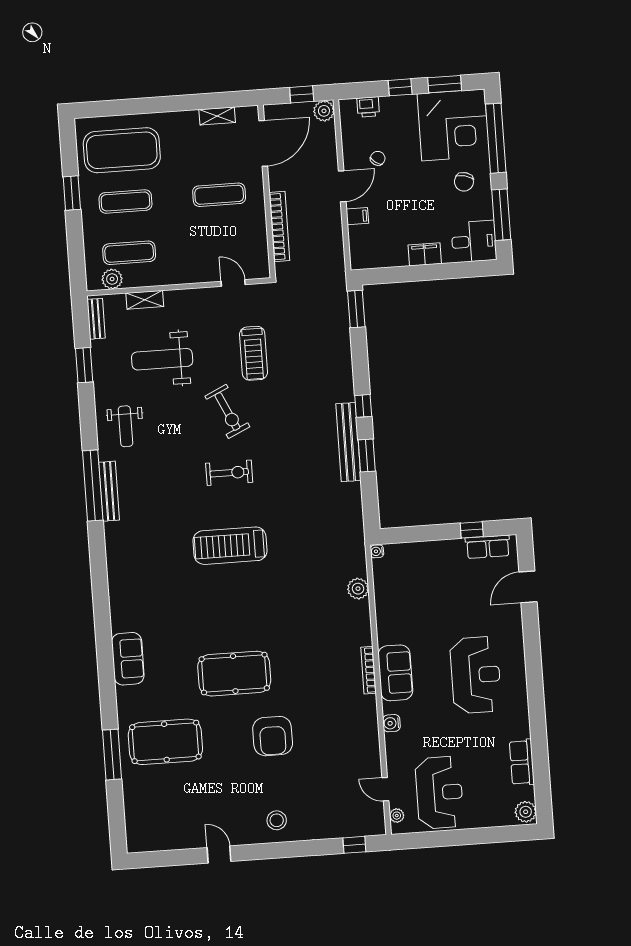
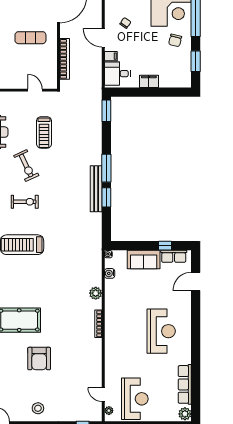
door: (342, 186) -> (103, 38), swing flipped
window: (501, 215) -> (196, 61), width x0.69
desk: (474, 241) -> (117, 74), moved, turned 180
window: (363, 406) -> (106, 168), width x2.17
plant: (358, 589) -> (96, 293), moved
sofa: (395, 673) -> (144, 259), moved, turned 90
water cooler: (391, 723) -> (110, 273), moved
row of seats: (522, 762) -> (185, 384), width x1.48

